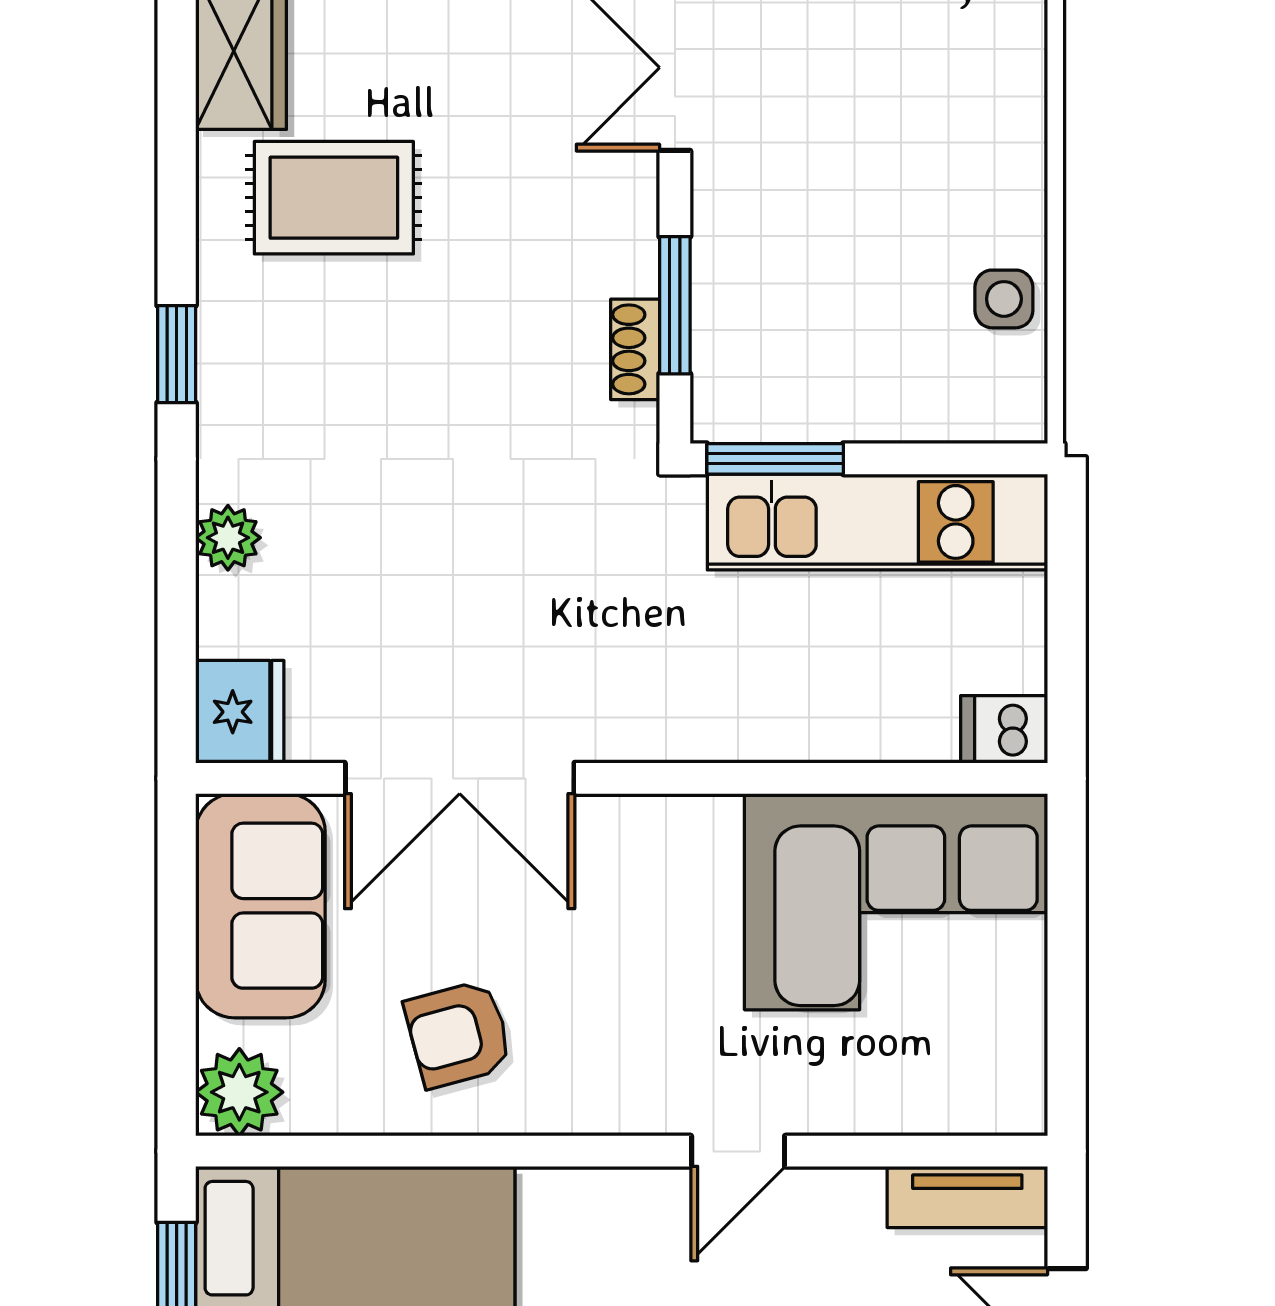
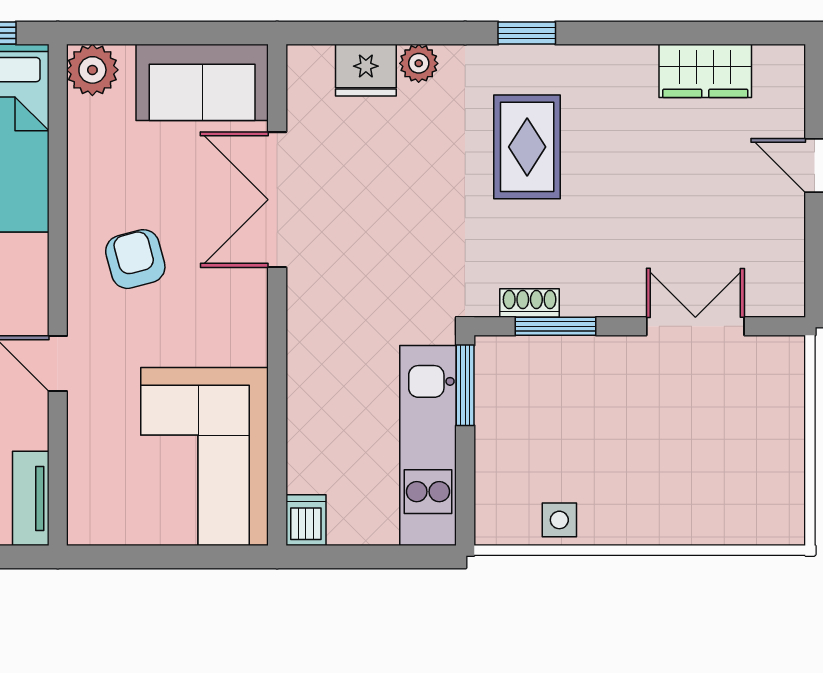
rug: (334, 198) -> (527, 147), moved
fridge: (240, 712) -> (366, 70), moved
armchair: (458, 1034) -> (135, 259), moved

